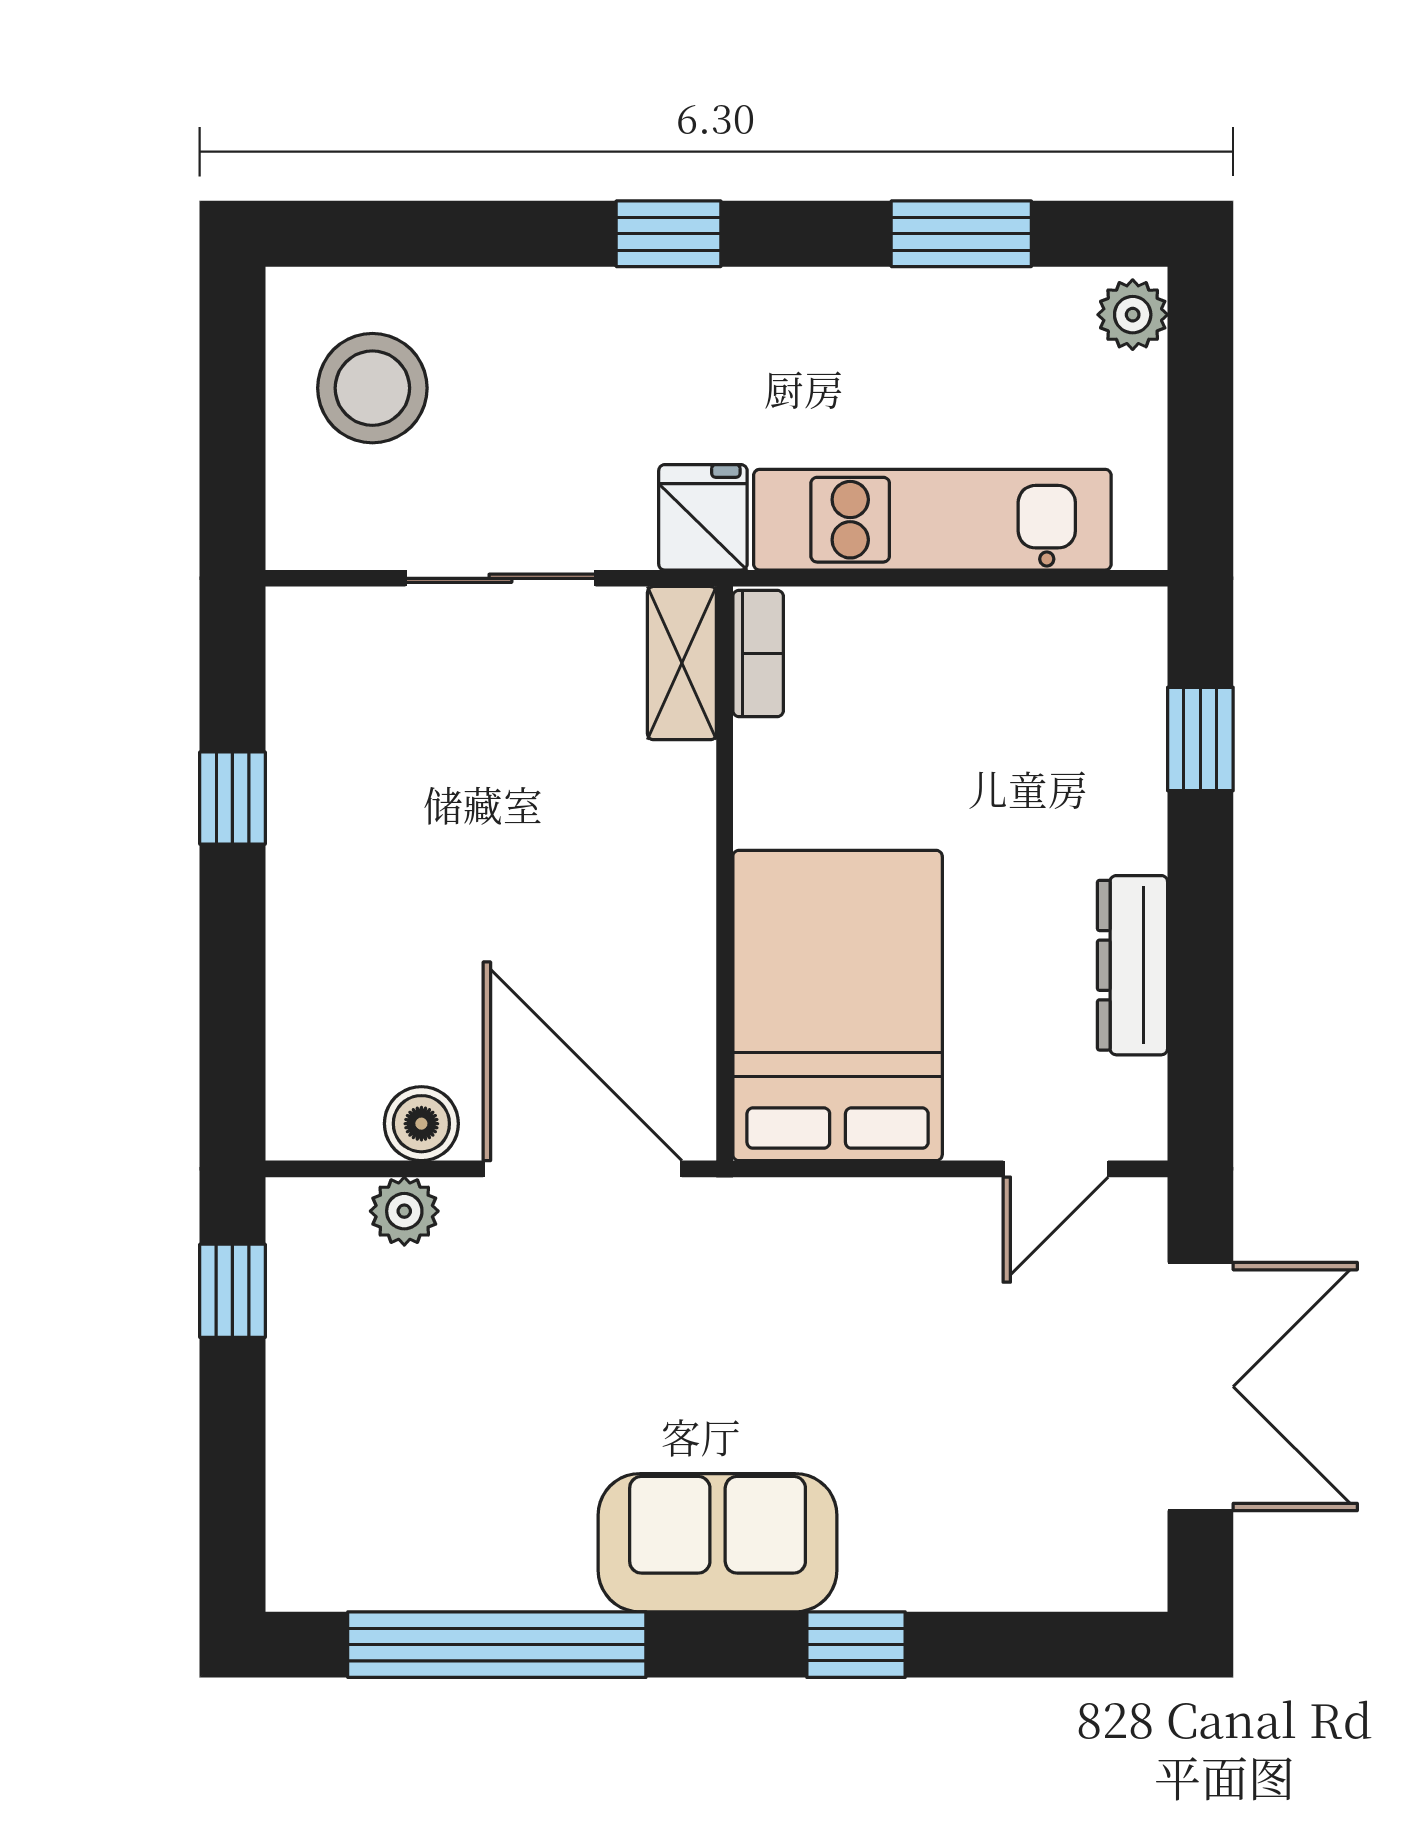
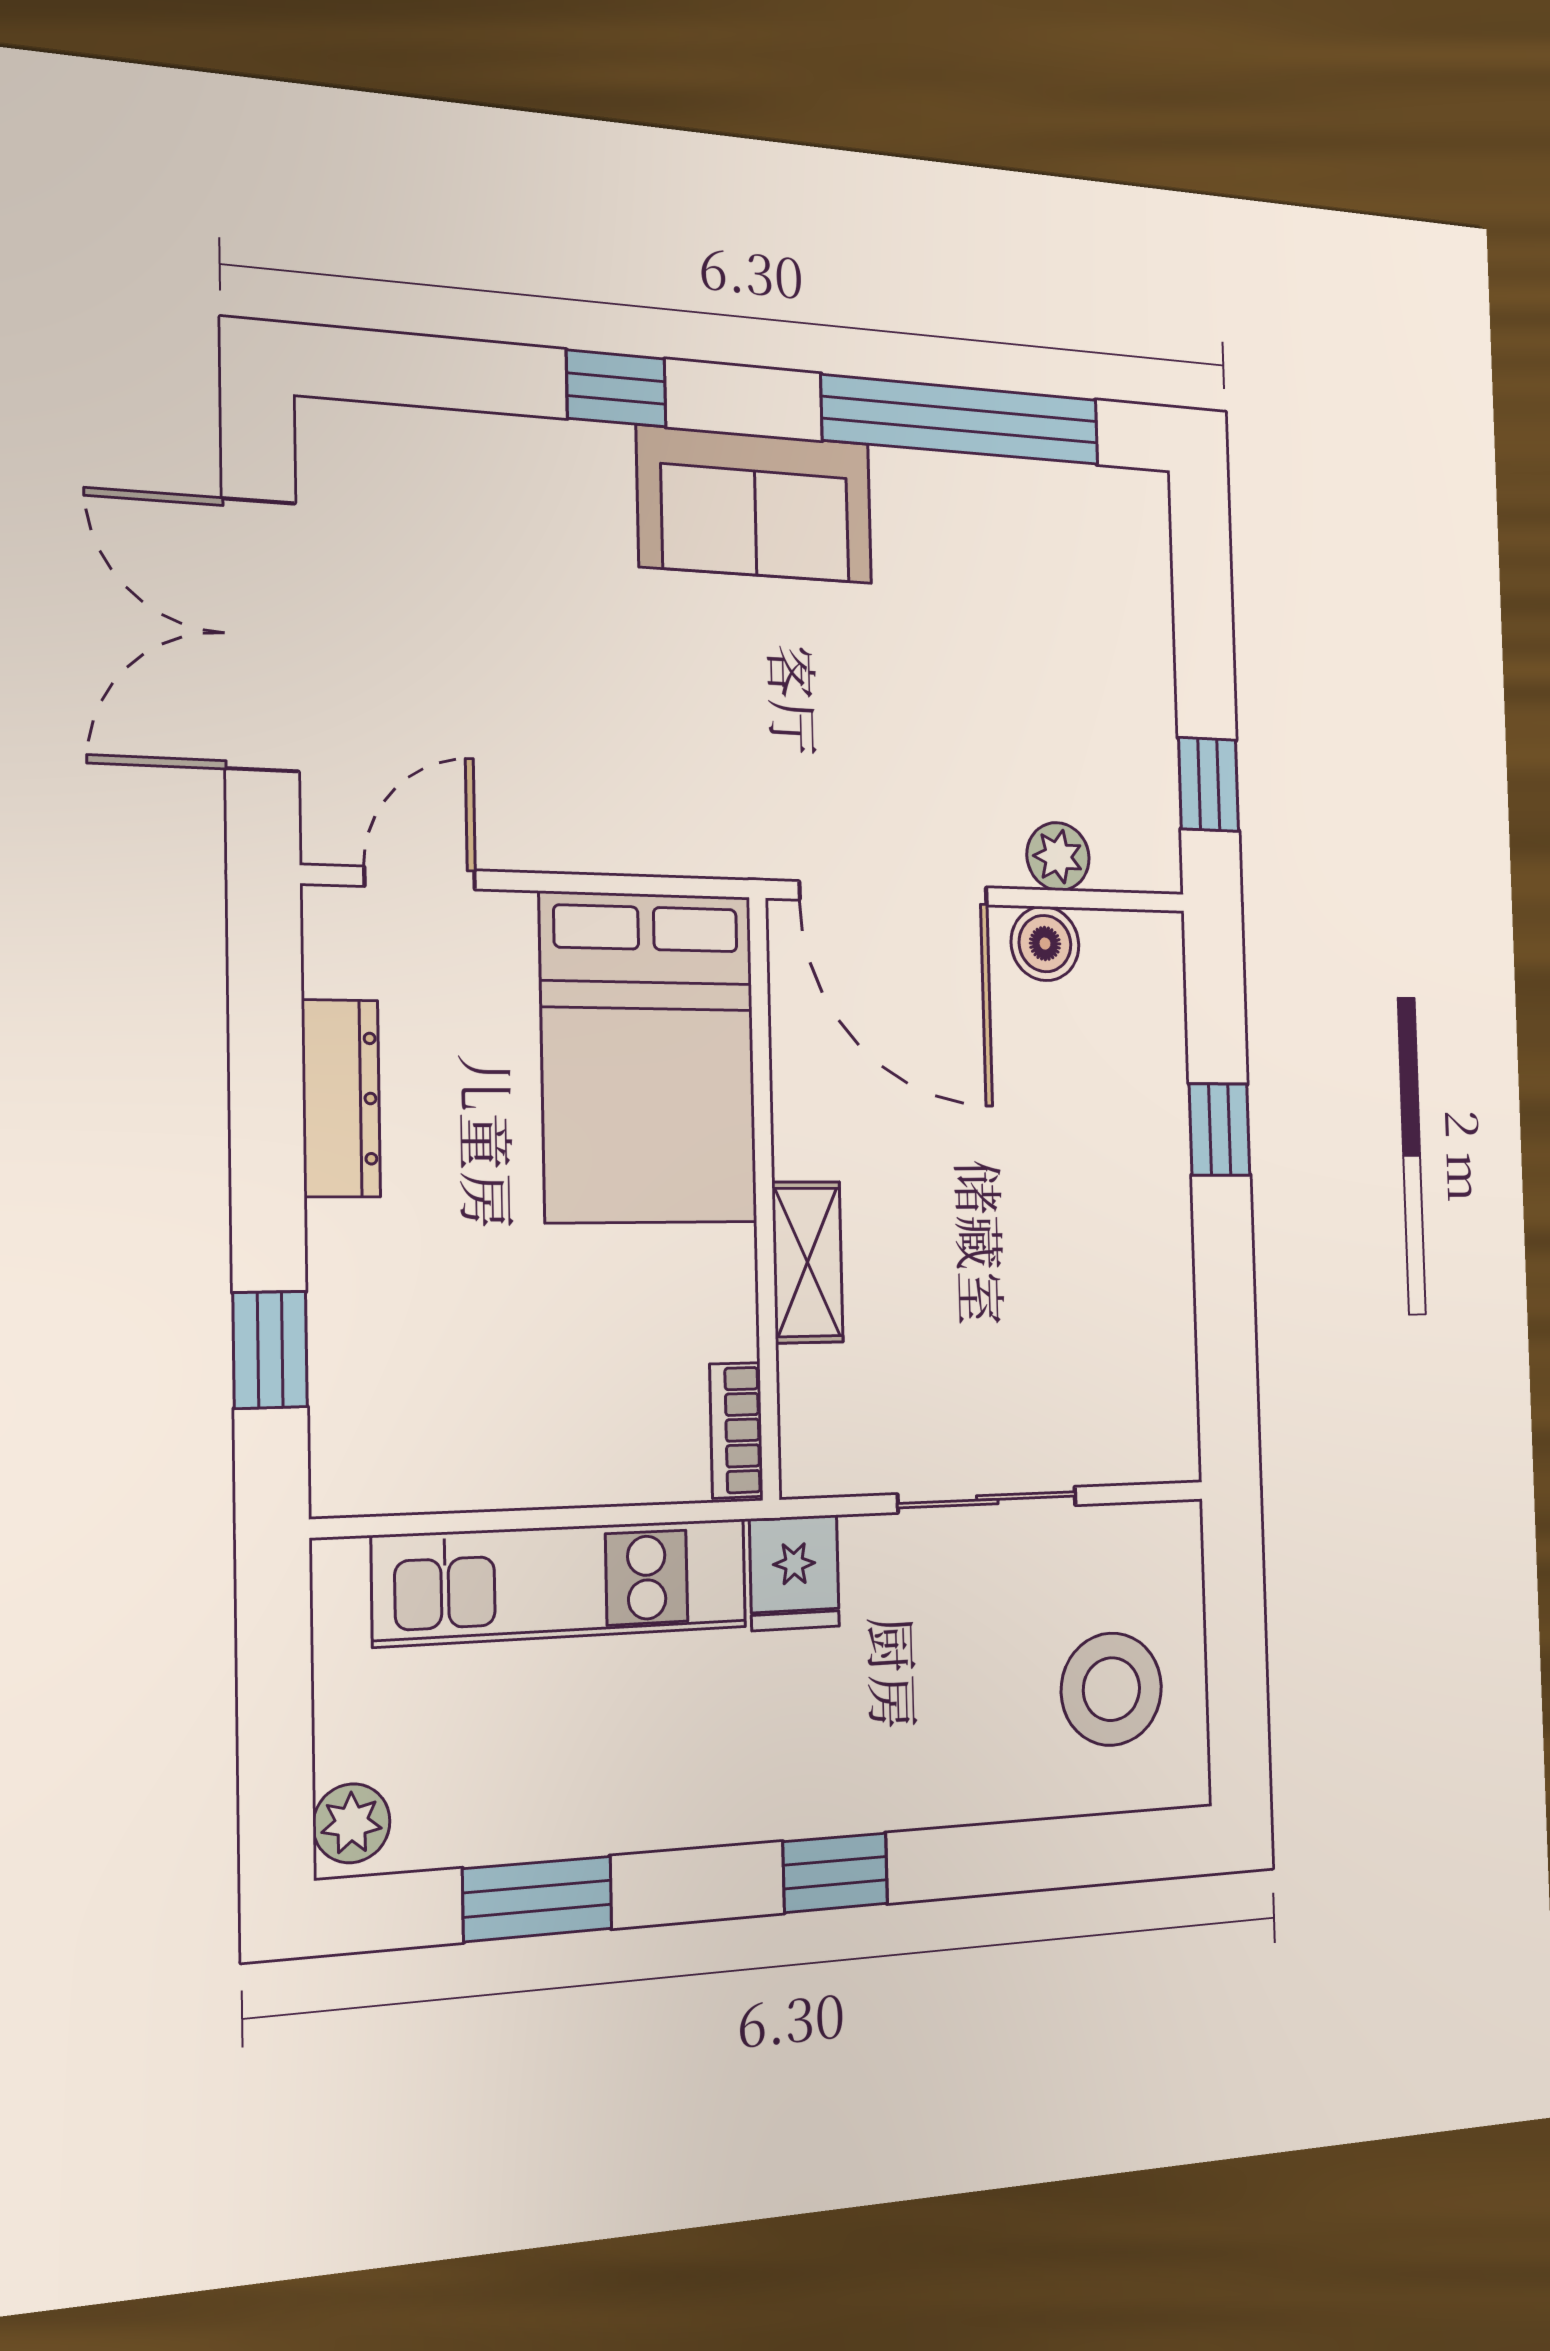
shelving: (682, 663) -> (808, 1262), moved
window: (232, 798) -> (1220, 1129), moved

